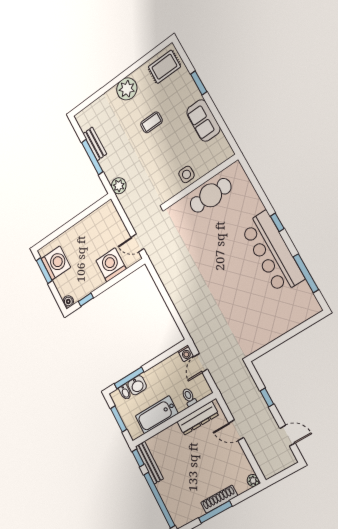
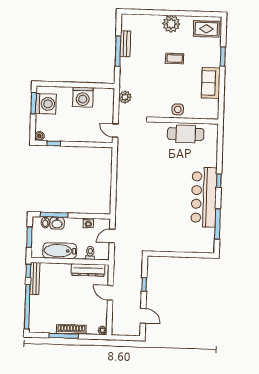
plant: (119, 186) -> (125, 97), moved
washing machine: (111, 265) -> (83, 97), moved, turned 180
washing machine: (186, 353) -> (88, 223), moved

